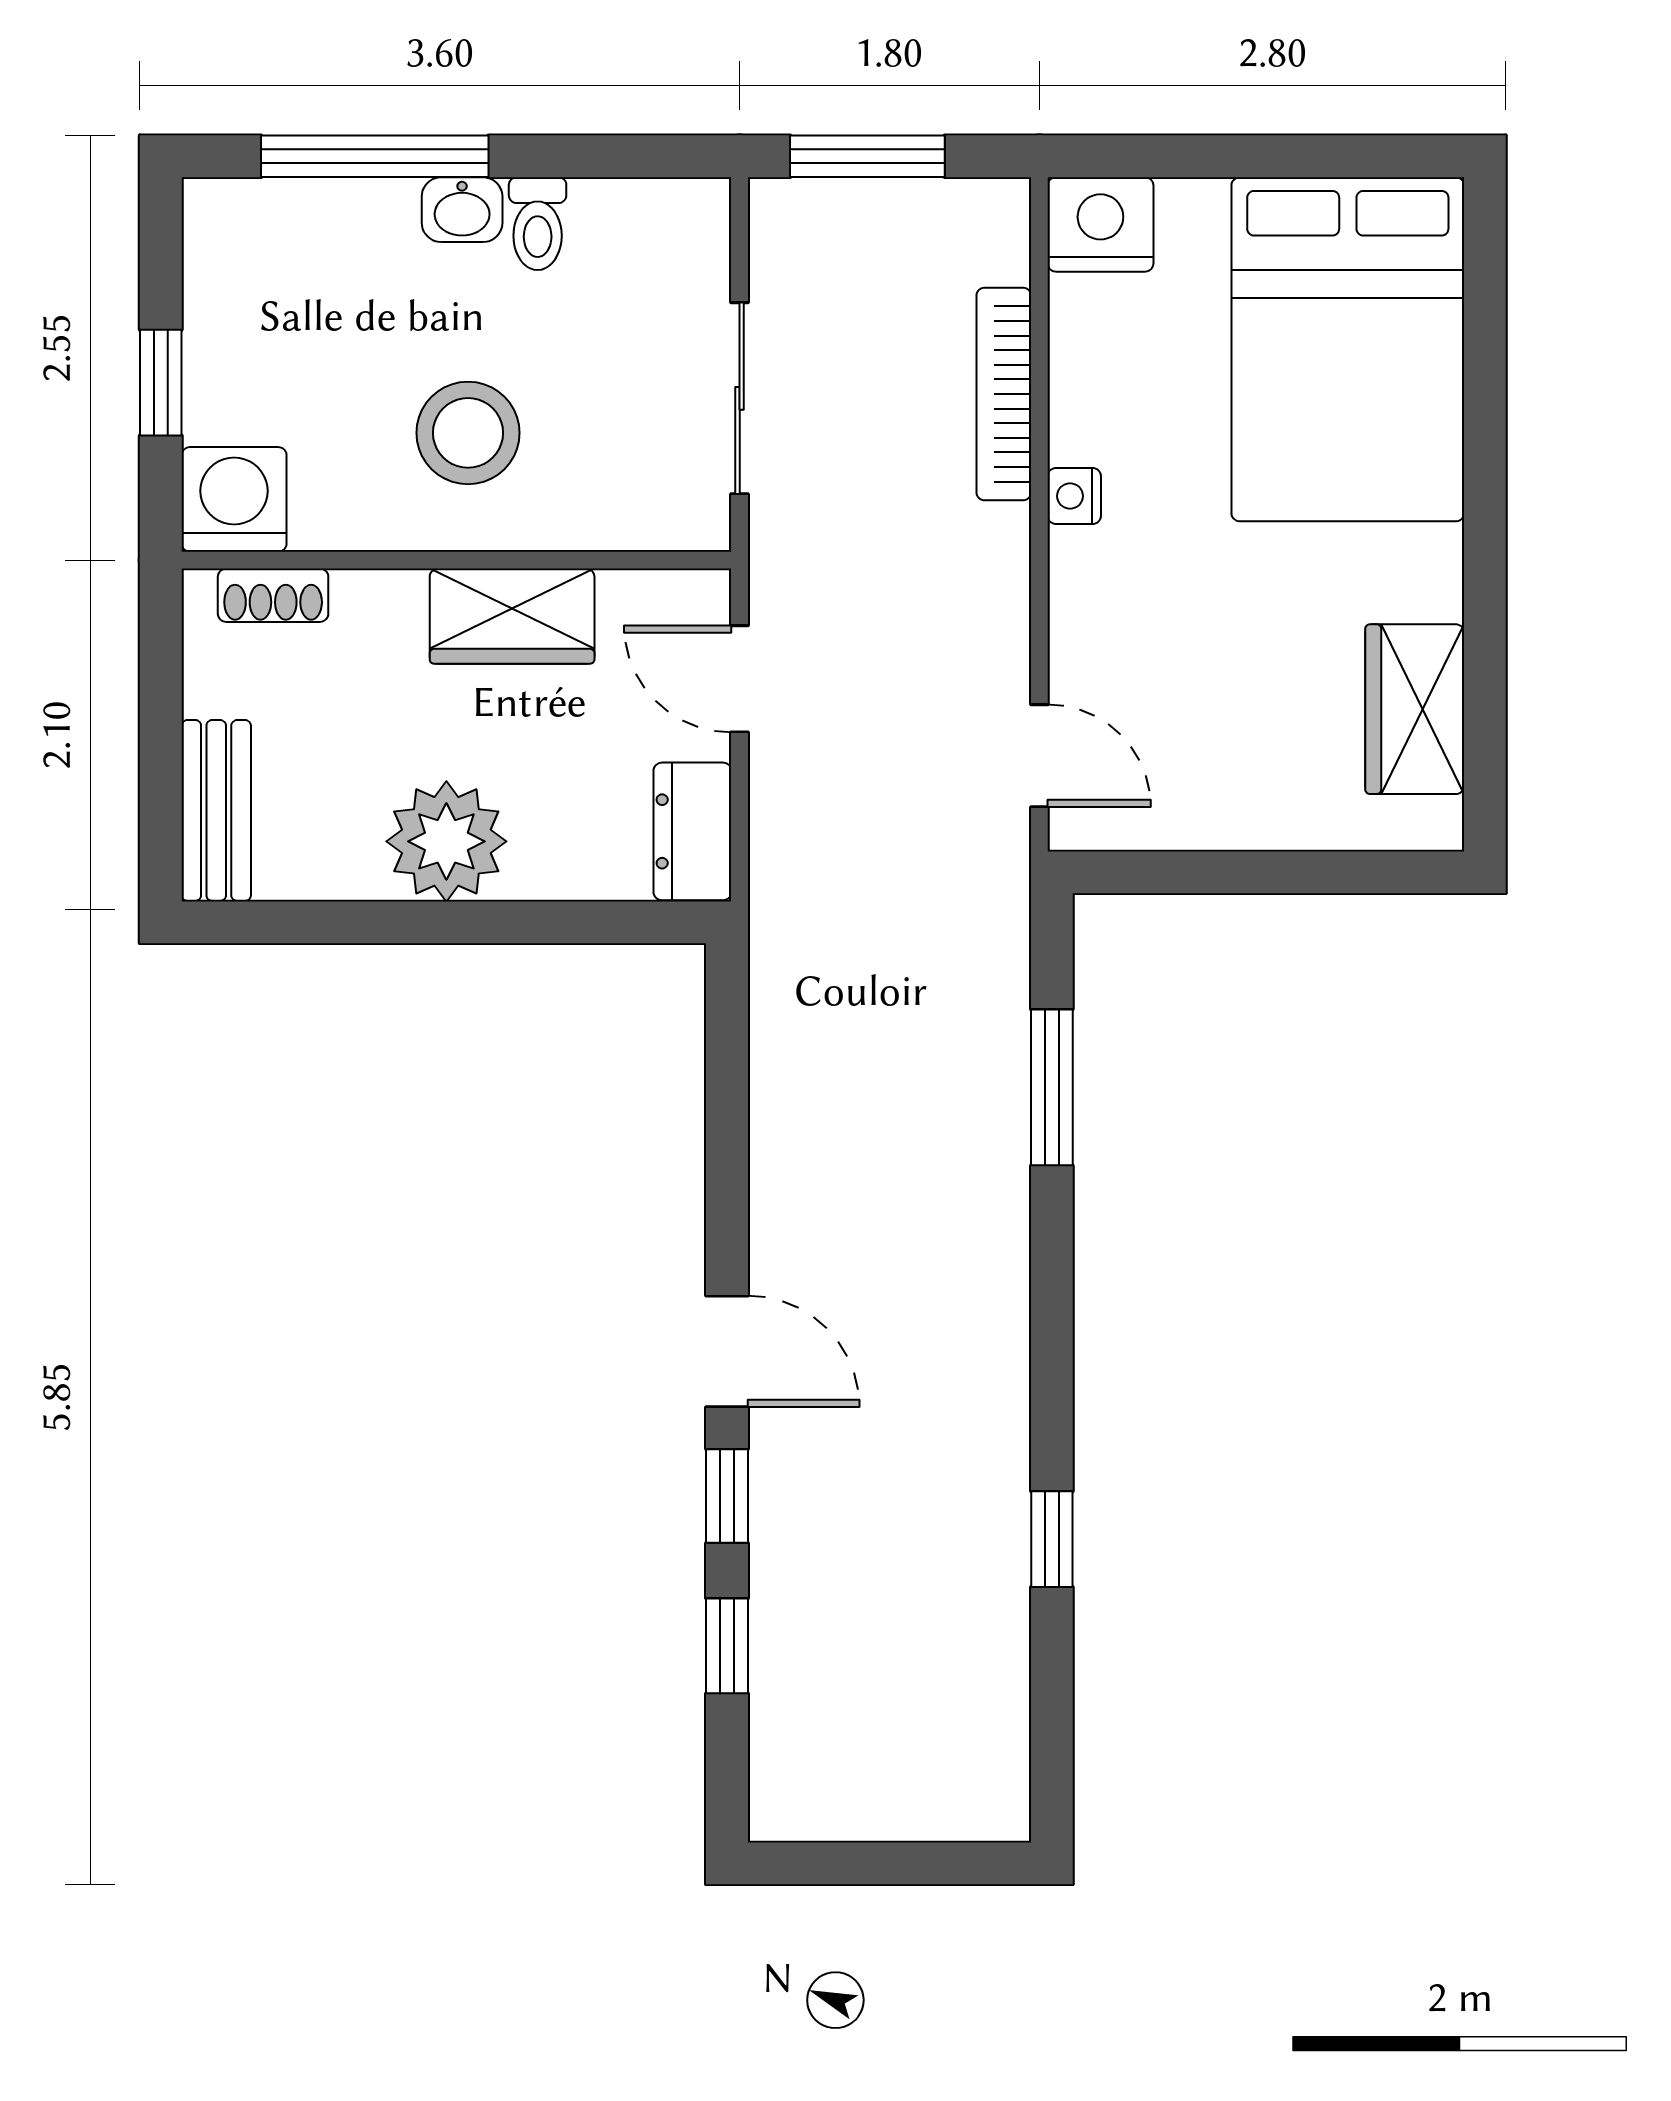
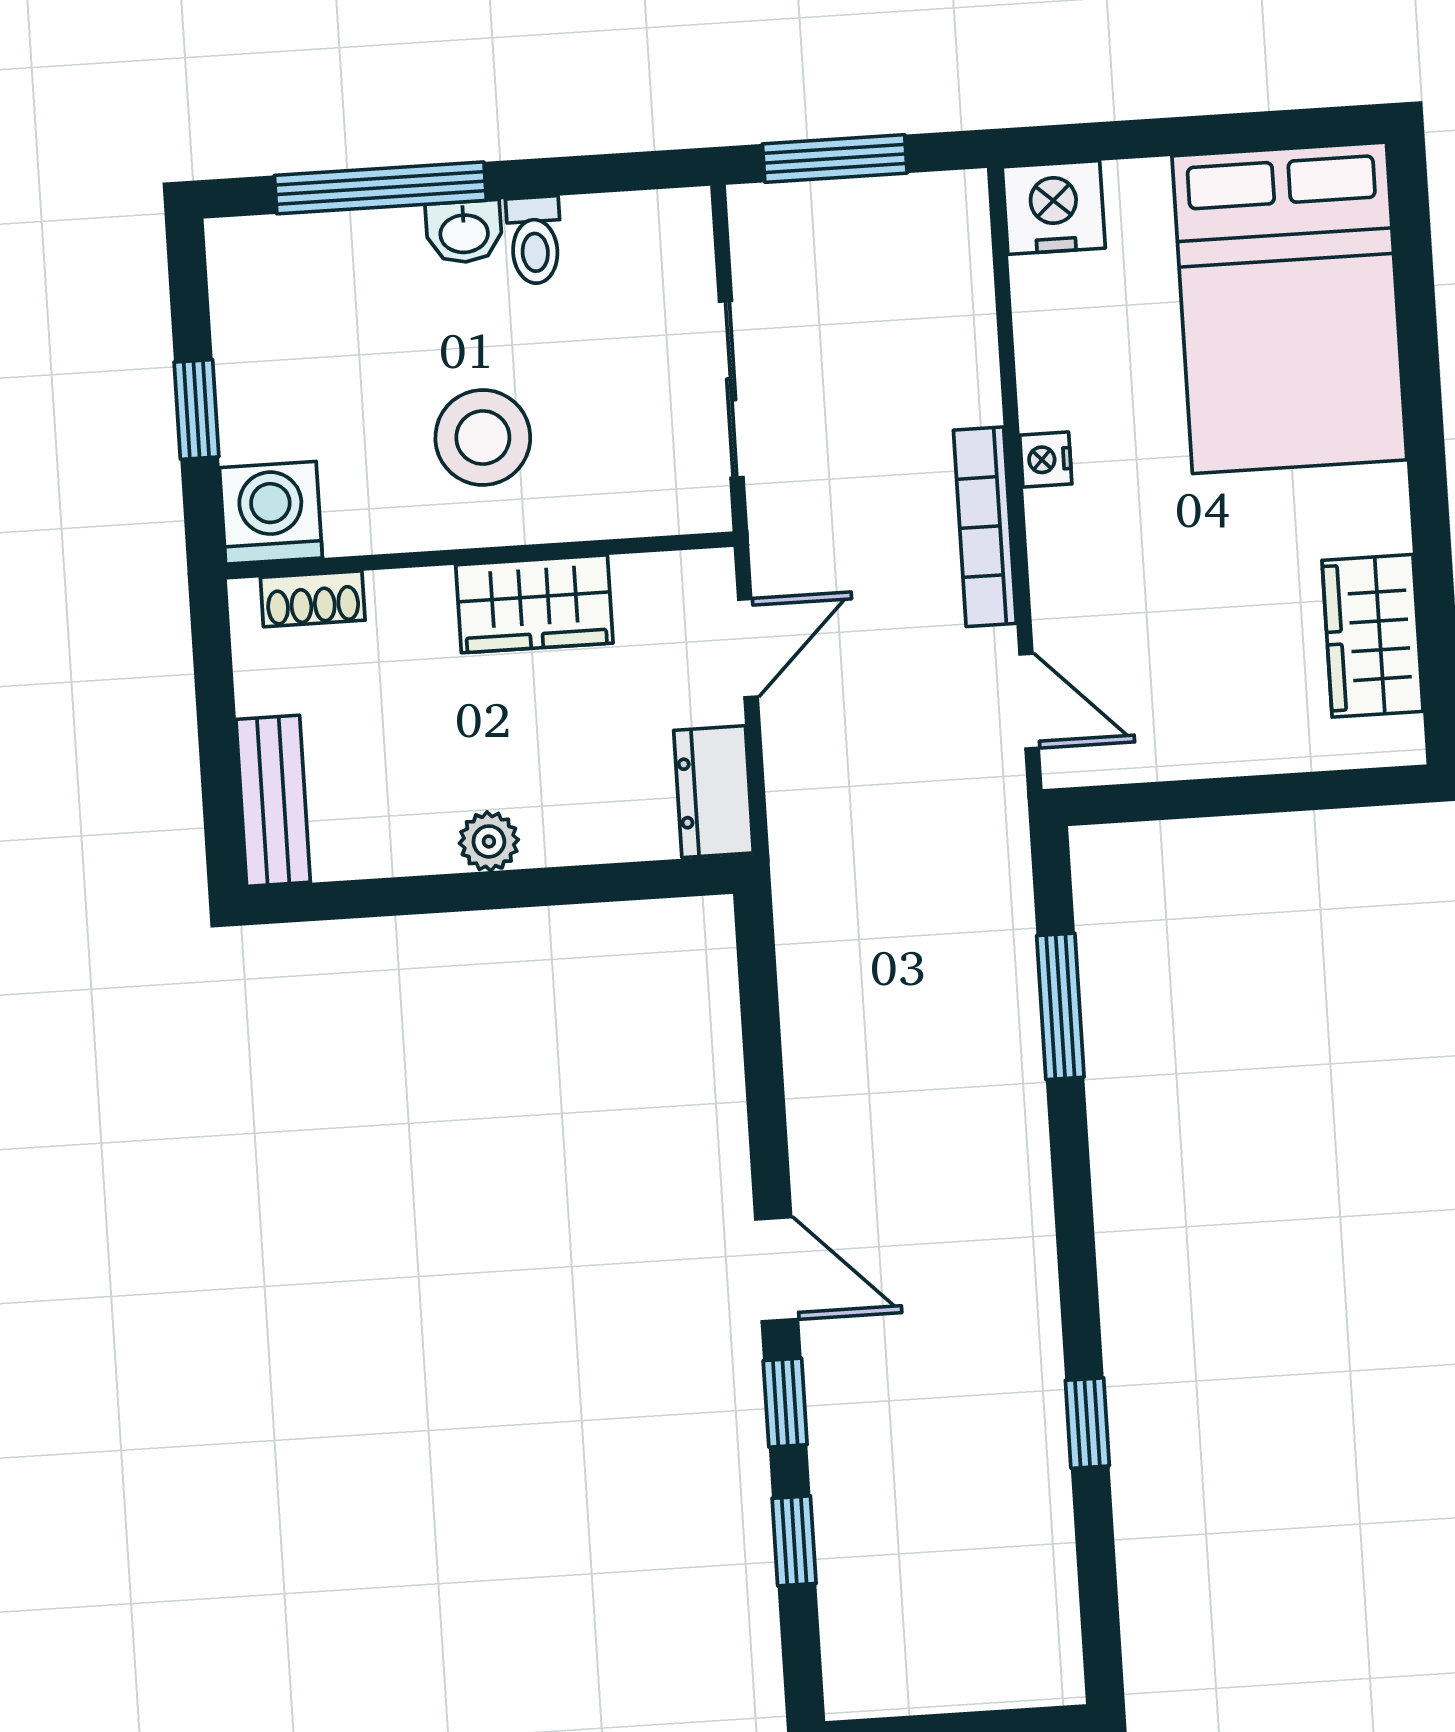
bookcase: (1004, 394) -> (985, 527), moved
door: (740, 679) -> (748, 648), swing flipped
plant: (446, 841) -> (489, 841), width x0.53, depth x0.53

